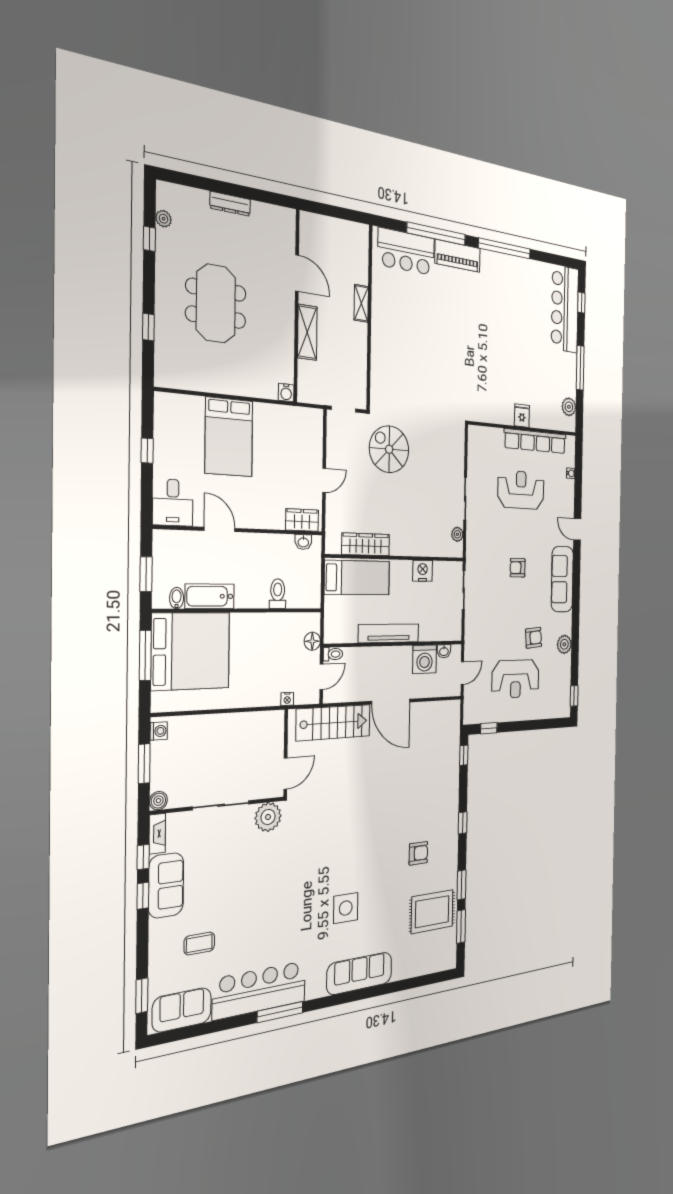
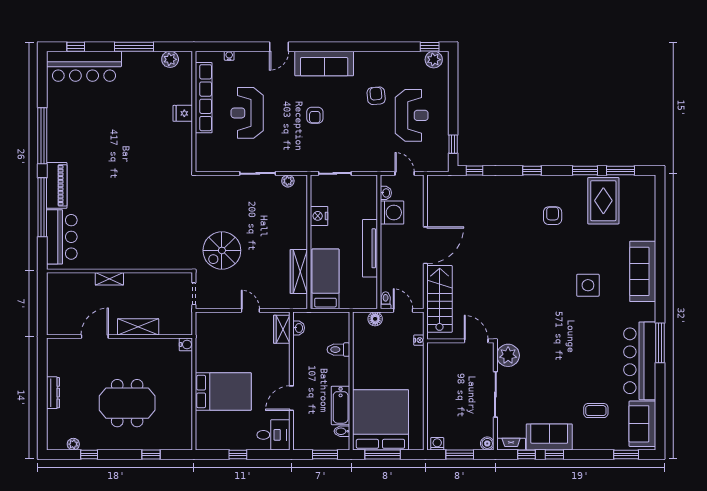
plant: (564, 644) -> (434, 60), moved
coffee table: (199, 944) -> (596, 411), turned 90

